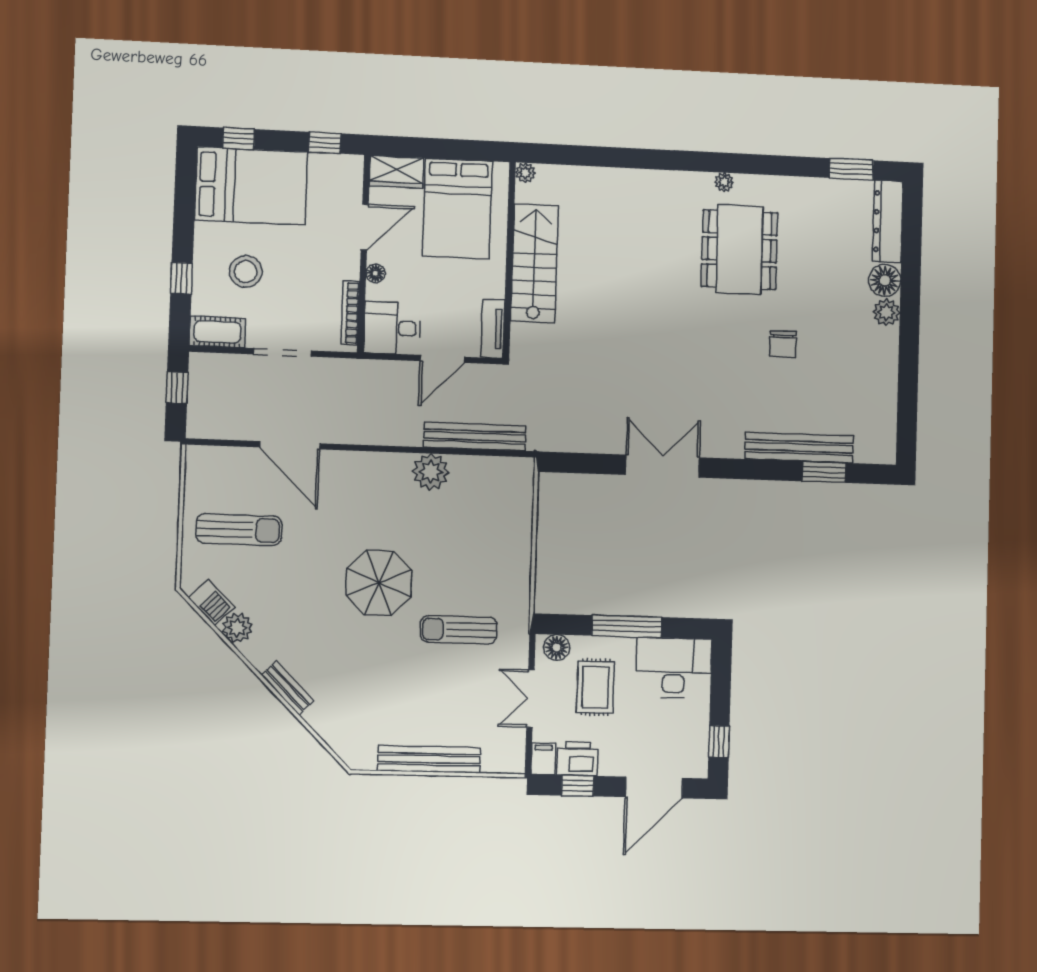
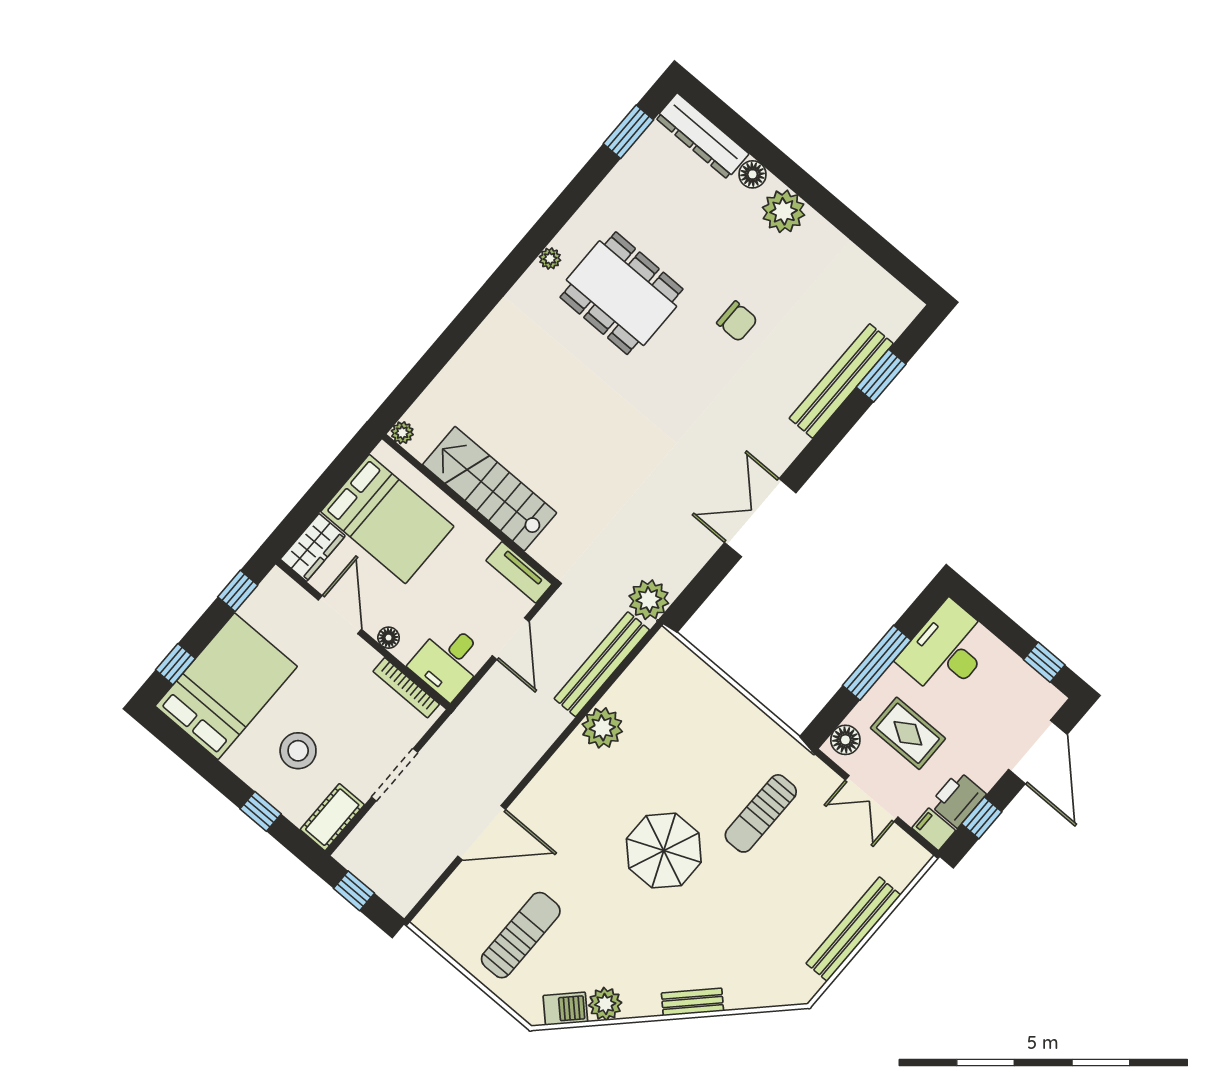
floor lamp: (885, 280) -> (753, 174), width x0.73, depth x0.73
plant: (886, 312) -> (784, 211), width x1.36, depth x1.36
plant: (545, 434) -> (649, 600), added

